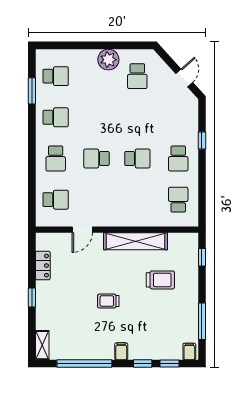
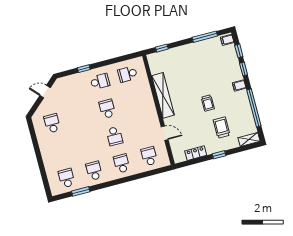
plant: (108, 60) -> (46, 146), removed
school desk: (137, 76) -> (52, 123), turned -90
school desk: (56, 158) -> (122, 163), turned -90
trolley: (160, 280) -> (222, 128), moved

